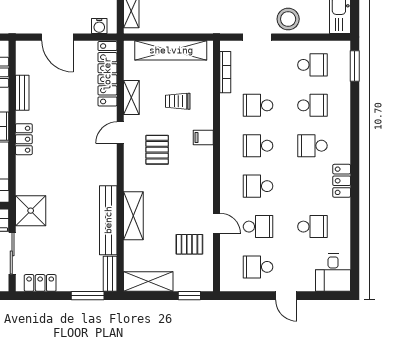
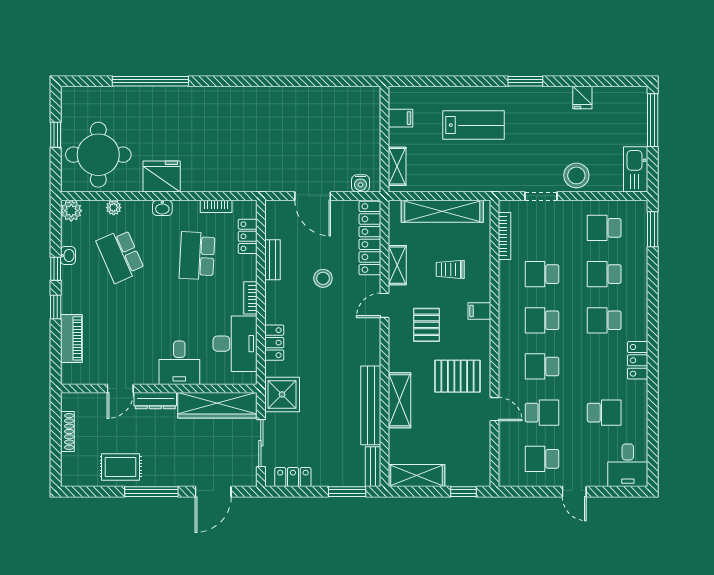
school desk: (312, 65) -> (604, 228), turned 180
school desk: (312, 105) -> (604, 274), turned 180
stool: (66, 109) -> (323, 278), added
locker: (24, 139) -> (274, 343), moved
pallet: (189, 244) -> (457, 376), moved, width x1.50, depth x1.42

